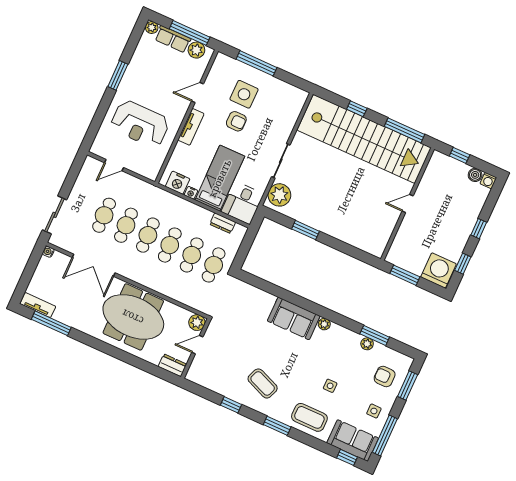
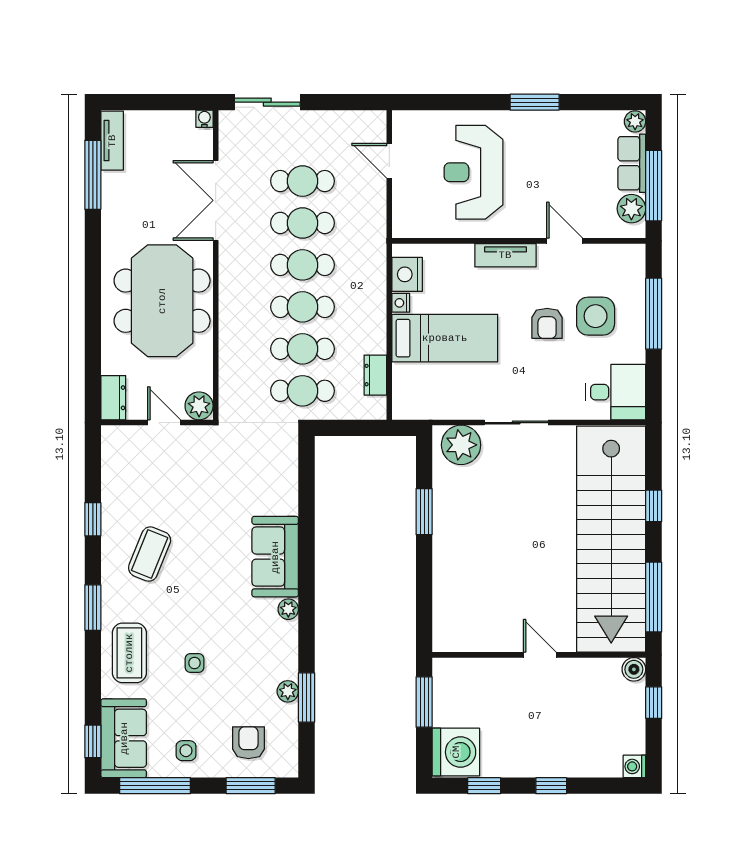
boiler: (475, 175) -> (634, 669), moved
desk: (242, 203) -> (616, 392), moved, turned 180

